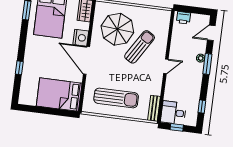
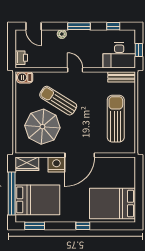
barbecue: (165, 19) -> (25, 77), added
window: (207, 64) -> (79, 26), moved
window: (19, 68) -> (83, 226), moved
bed: (59, 95) -> (113, 204), moved, turned 90
desk: (173, 113) -> (119, 56), width x1.37

